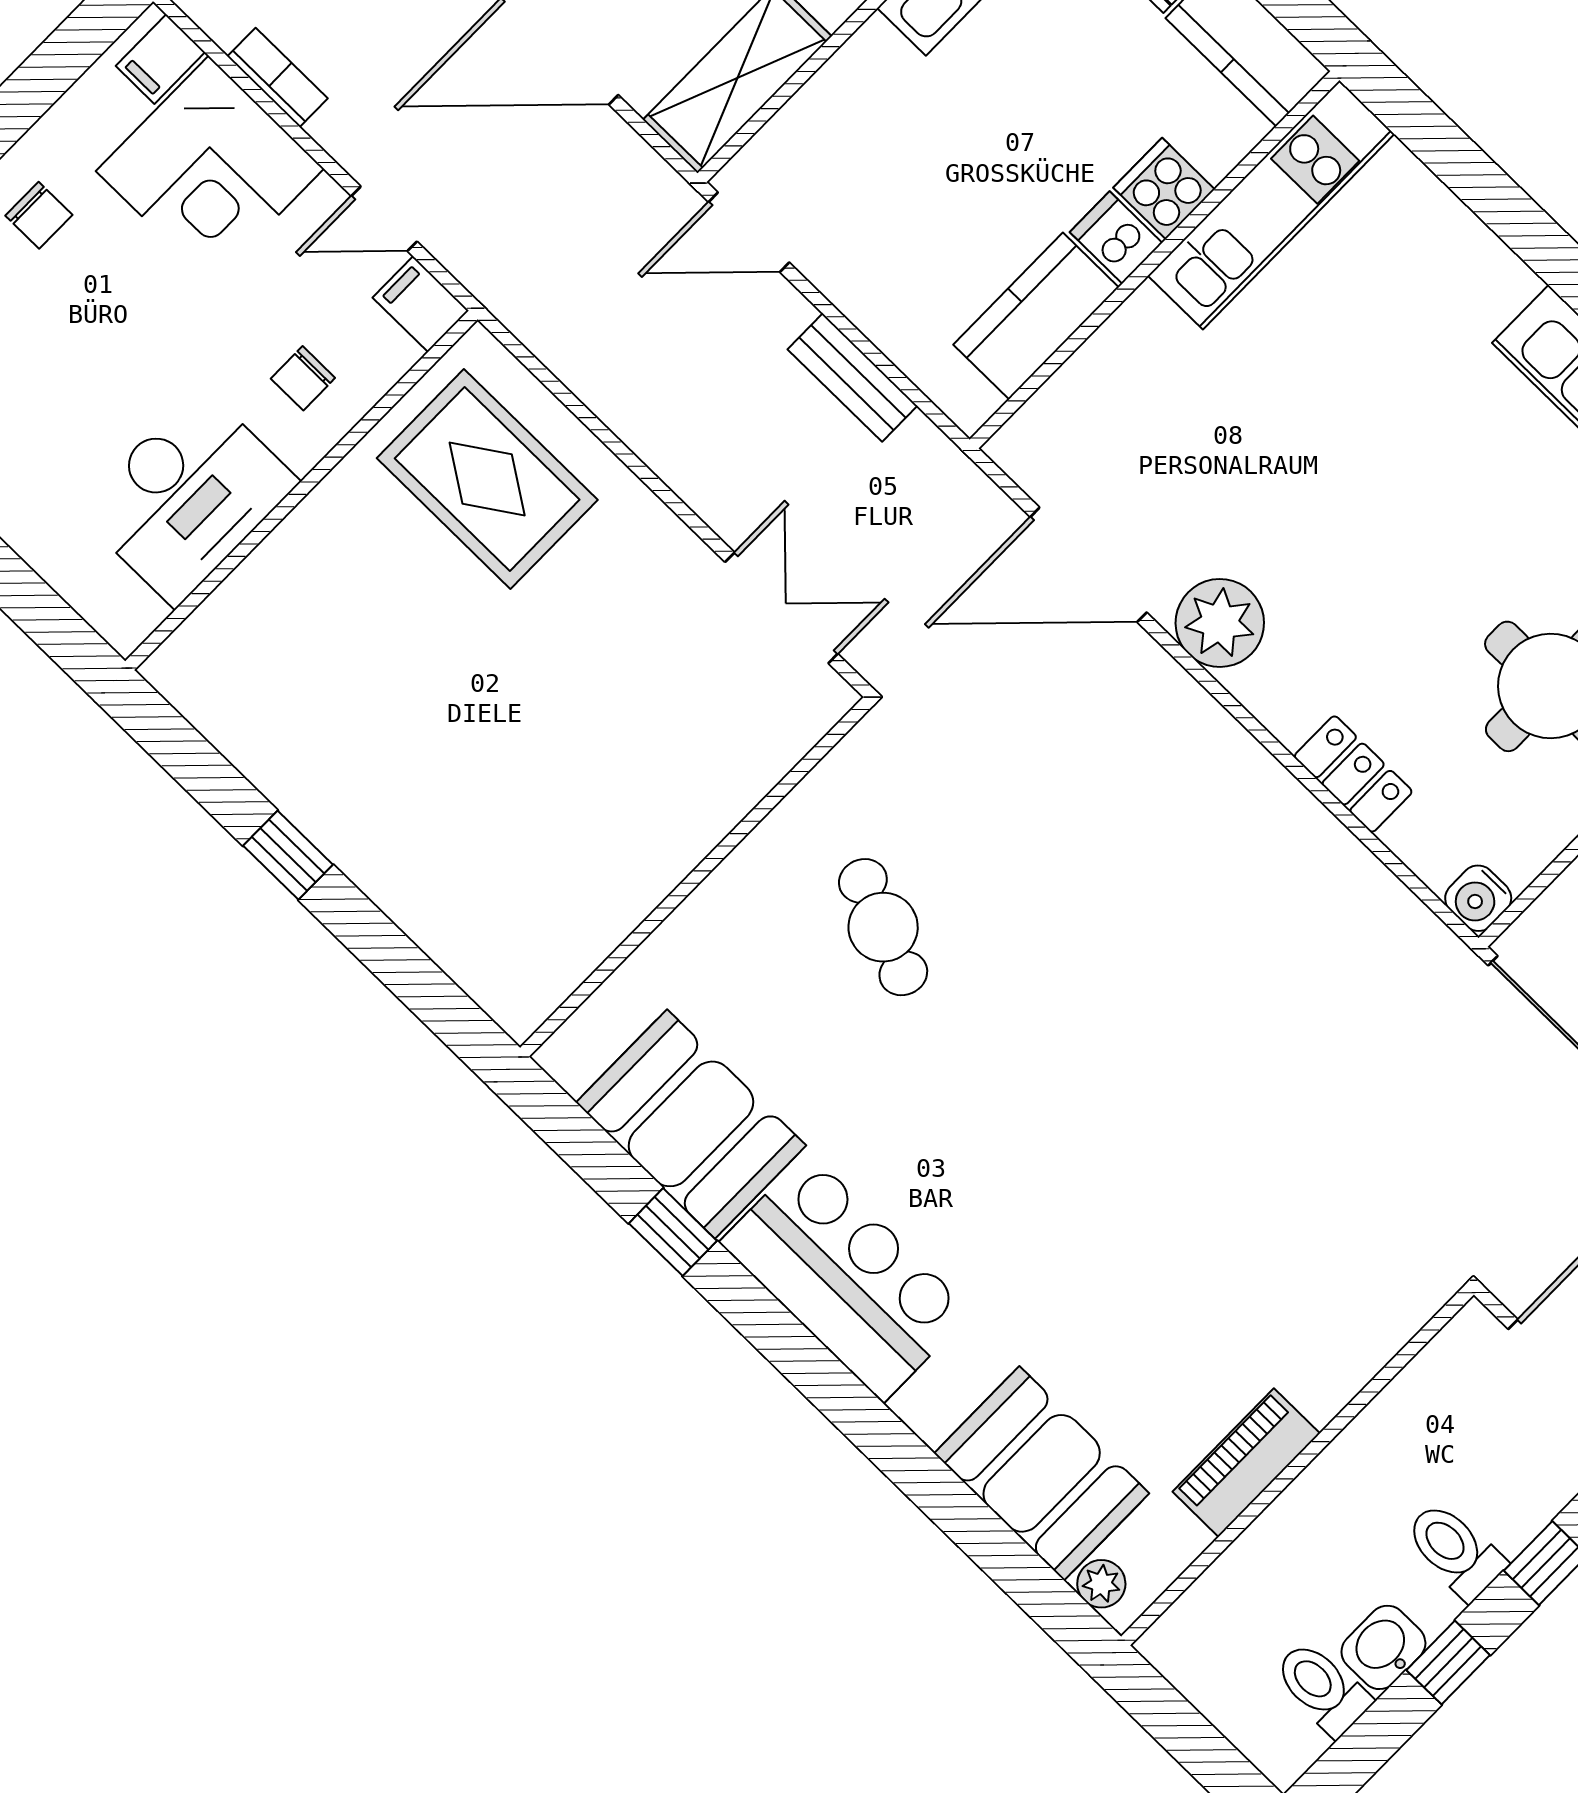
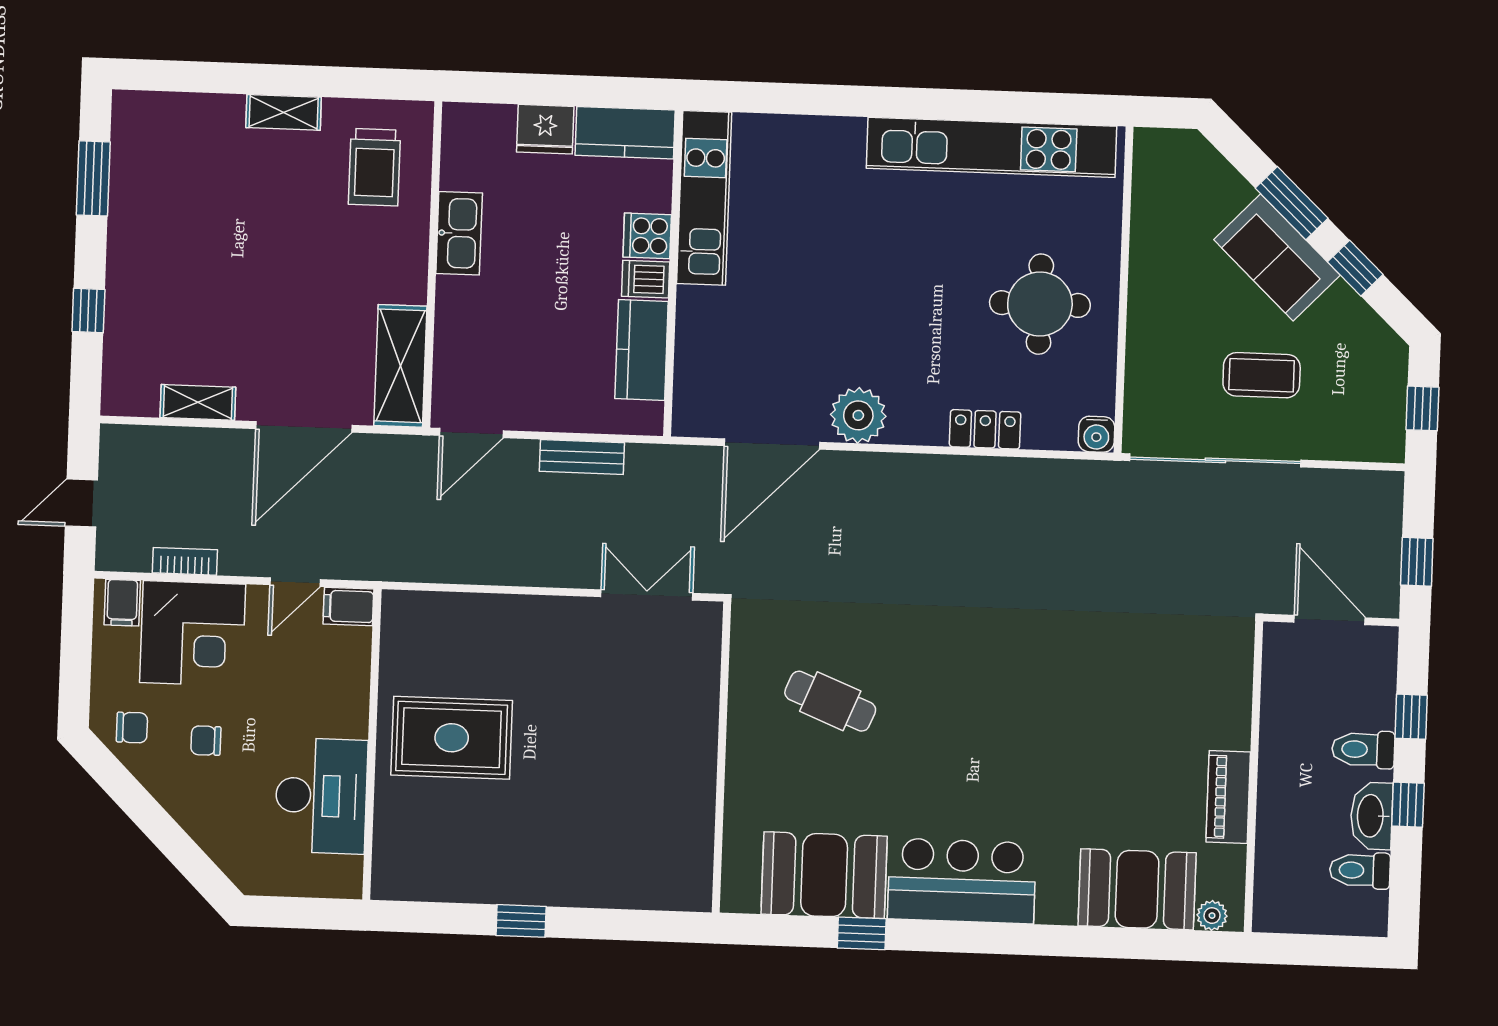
chair: (303, 378) -> (206, 741), moved, turned 90
rug: (487, 479) -> (452, 738), moved
washbasin: (1383, 1647) -> (1372, 816), width x1.38

